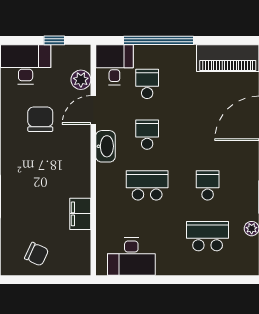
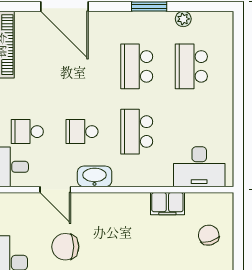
plant: (81, 80) -> (23, 203), removed
school desk: (208, 185) -> (137, 66), width x1.85
chair: (37, 254) -> (209, 235), moved, turned -41
desk: (131, 257) -> (199, 167), moved, turned 90

